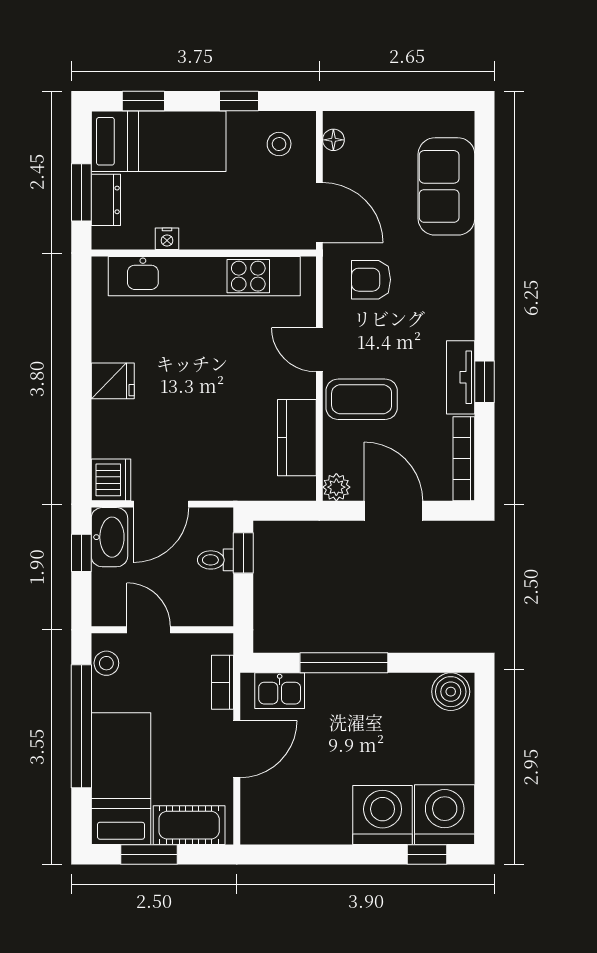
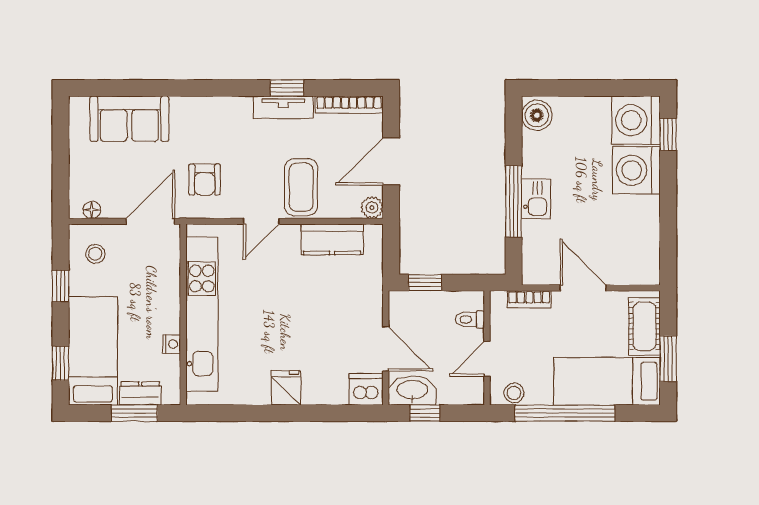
toilet: (215, 560) -> (470, 319), moved, turned 90
kitchen sink: (280, 691) -> (536, 199), moved

